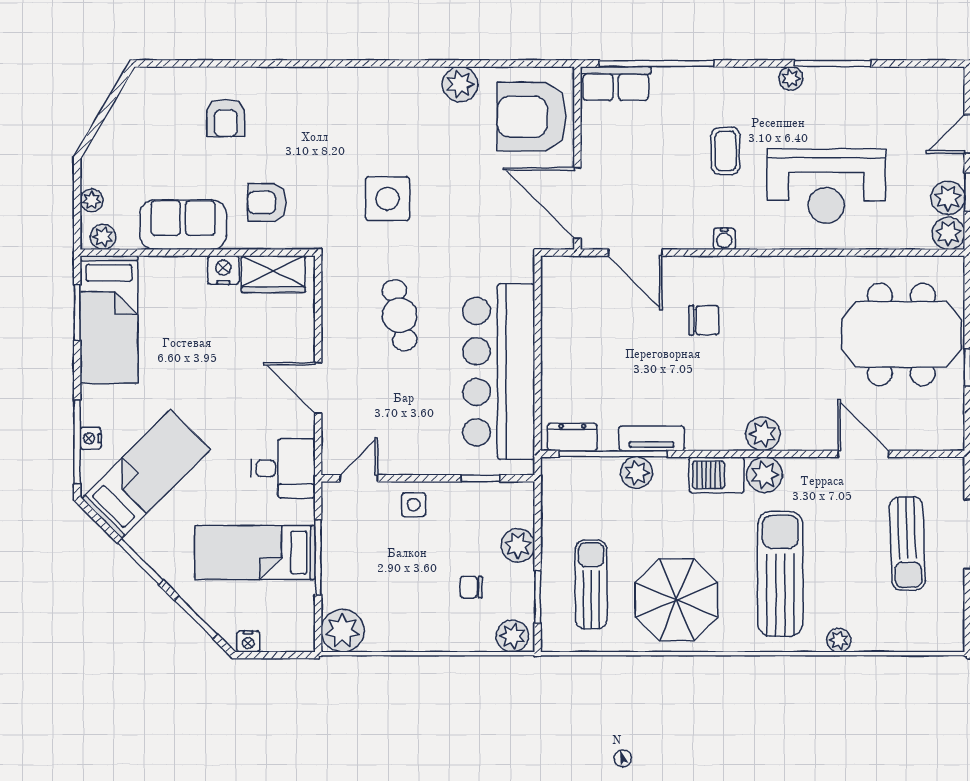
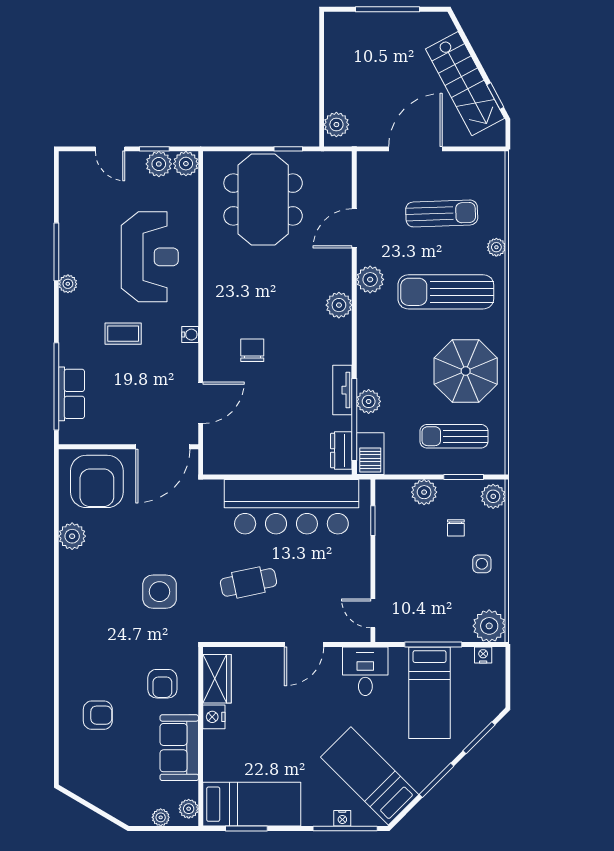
row of seats: (616, 83) -> (72, 394), moved
barbecue: (717, 475) -> (370, 454), moved
plant: (764, 475) -> (370, 279), moved
side table: (414, 505) -> (482, 564), moved
sun lounger: (907, 543) -> (442, 213), moved
nightstand: (248, 641) -> (483, 655), moved, turned -90

